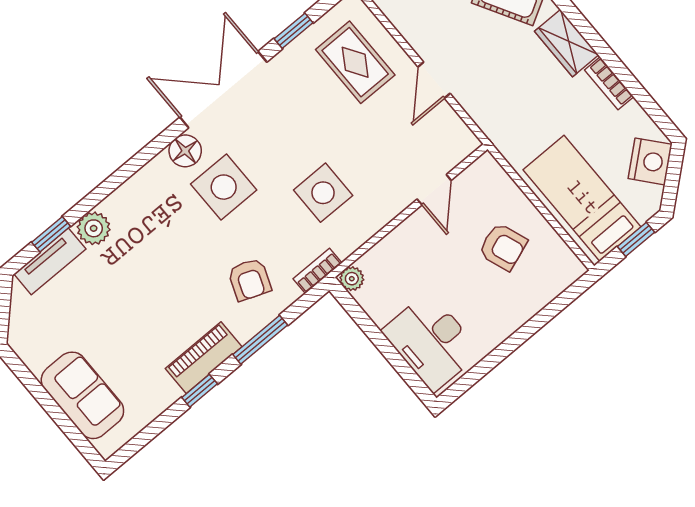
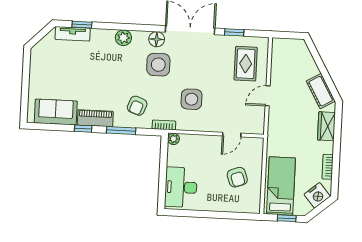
bookcase: (609, 83) -> (328, 167), moved
plant: (94, 228) -> (123, 38), moved
sofa: (82, 395) -> (56, 112), moved, turned -90

